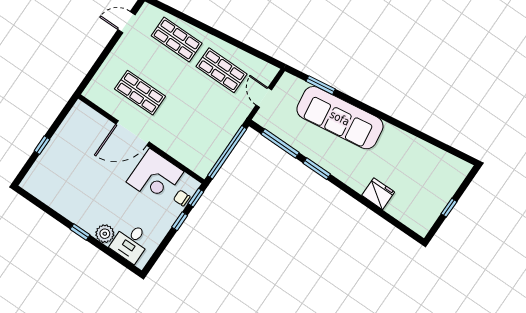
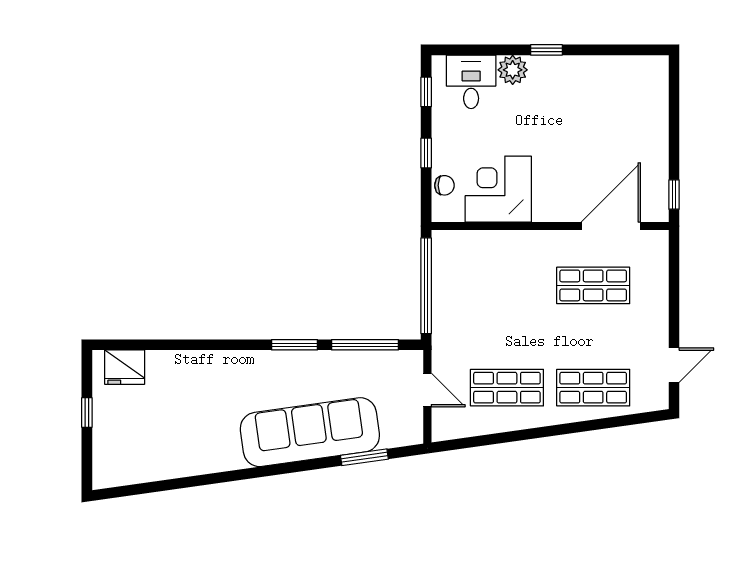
door: (132, 133) -> (611, 226), moved
window: (42, 145) -> (674, 195), moved
fridge: (378, 194) -> (125, 367), moved
window: (196, 198) -> (426, 92), moved

